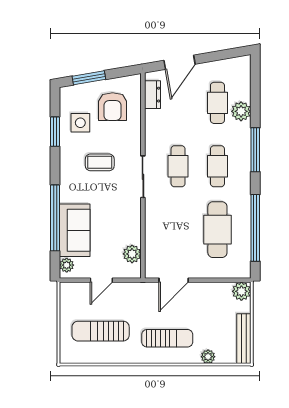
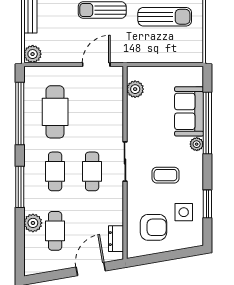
window: (89, 78) -> (176, 254), removed
armchair: (113, 107) -> (153, 227), turned 90
plant: (67, 265) -> (197, 144), moved
door: (101, 280) -> (164, 64), removed

